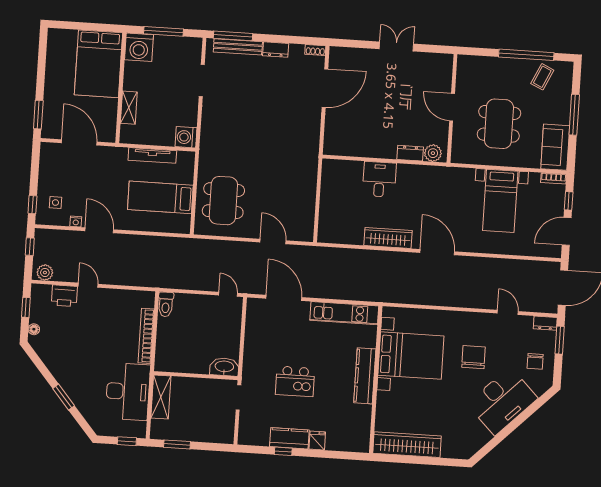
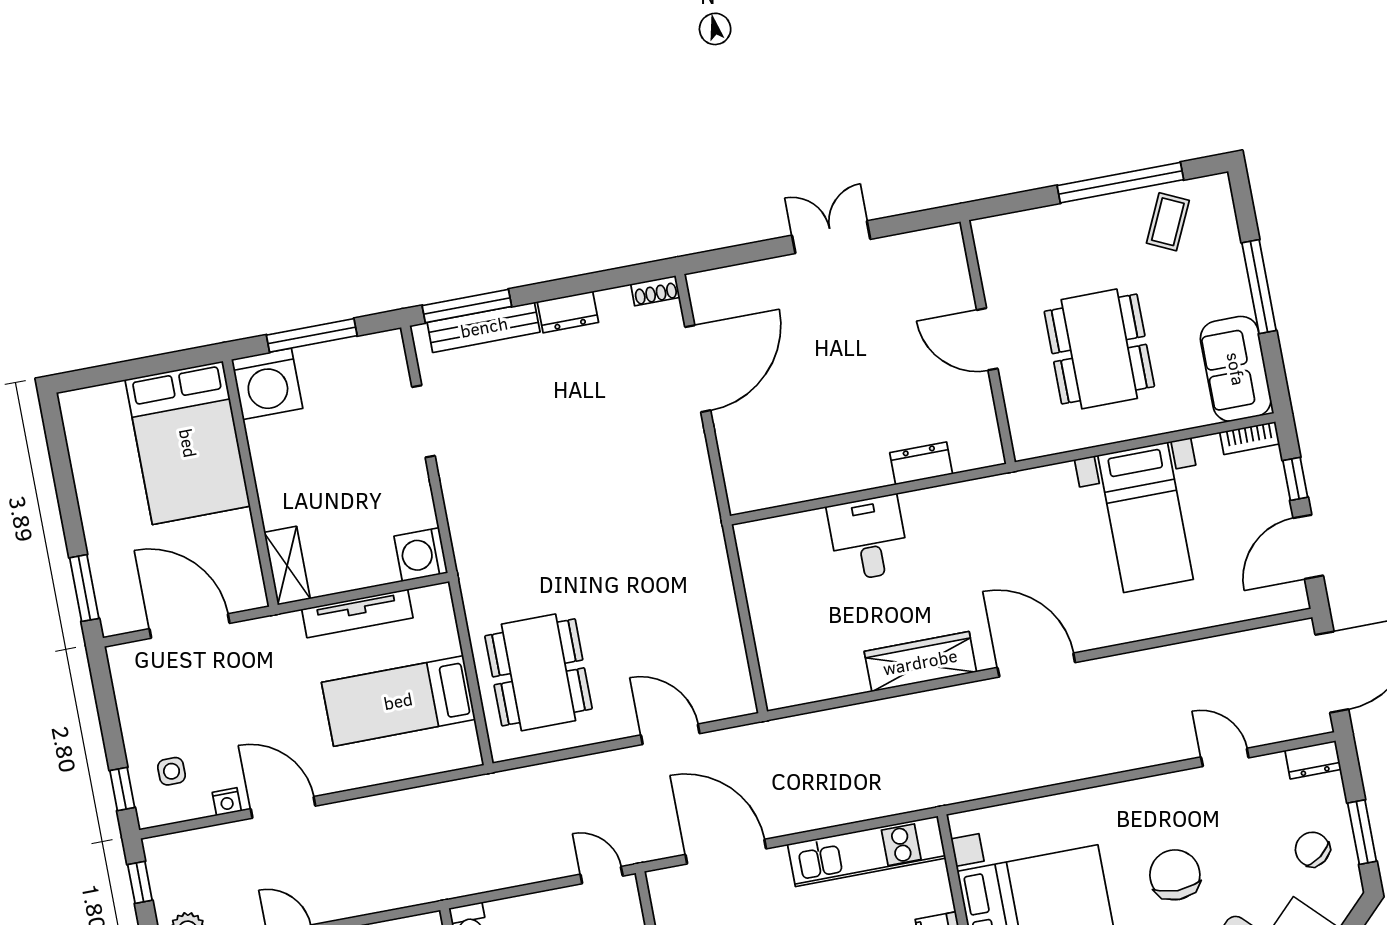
shelving: (129, 108) -> (287, 566), moved
plant: (433, 153) -> (971, 451), removed
window: (560, 340) -> (1362, 832), moved
chair: (535, 361) -> (1312, 849), turned 143

